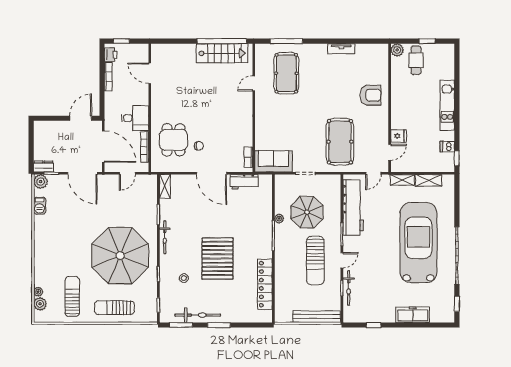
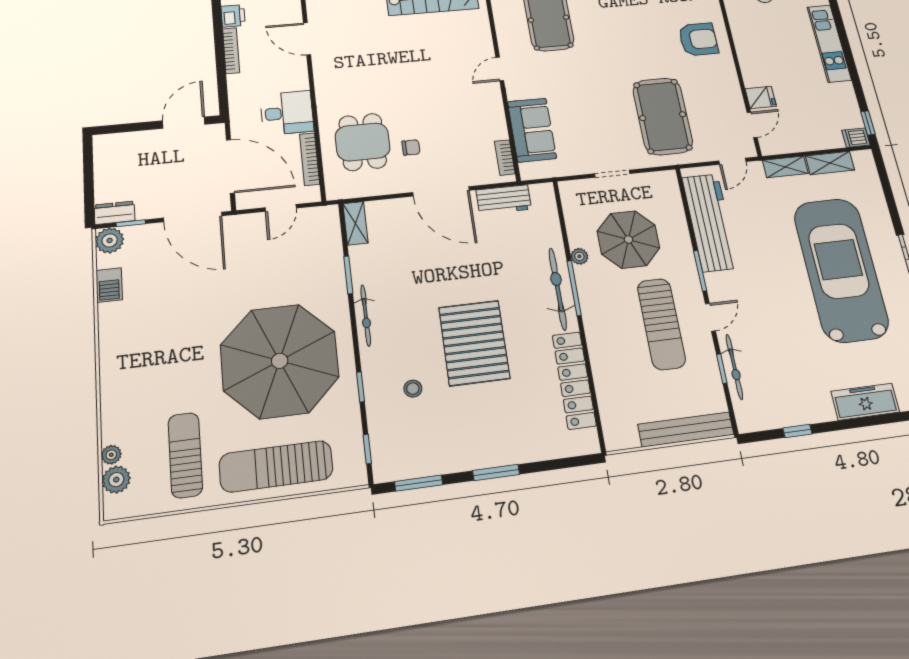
door: (254, 83) -> (500, 69), moved
dishwasher: (447, 147) -> (856, 138), moved
sofa: (274, 161) -> (532, 130), moved, turned 90
sun lounger: (114, 308) -> (276, 466), width x1.36, depth x1.34
bicycle: (198, 315) -> (558, 289), moved, turned -90

